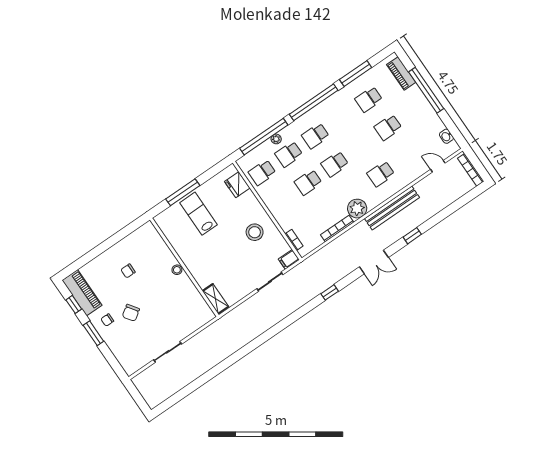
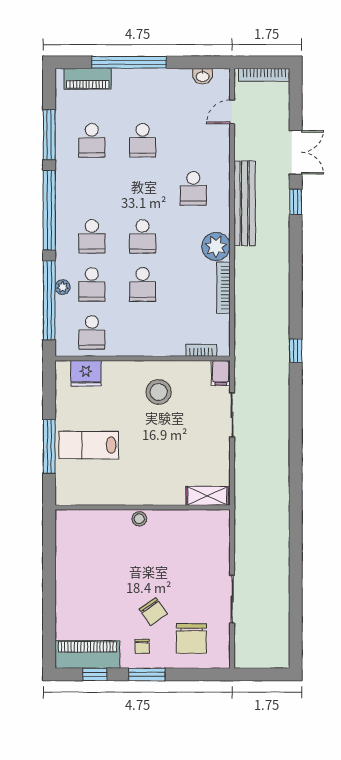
double door: (374, 262) -> (296, 152), moved
chair: (128, 271) -> (191, 638), moved, width x1.87, depth x1.87

